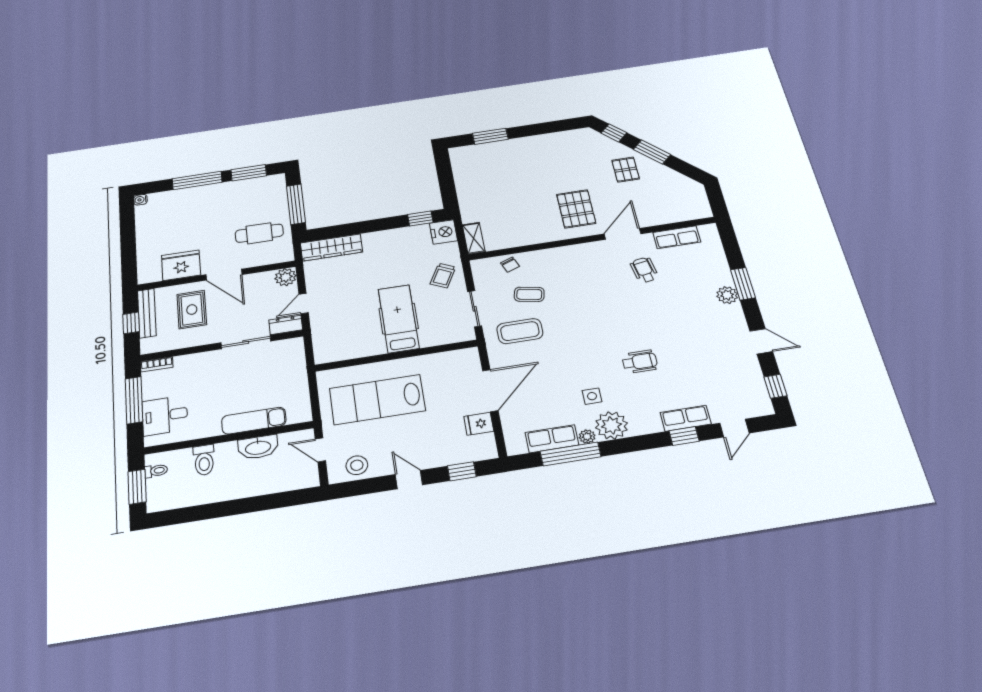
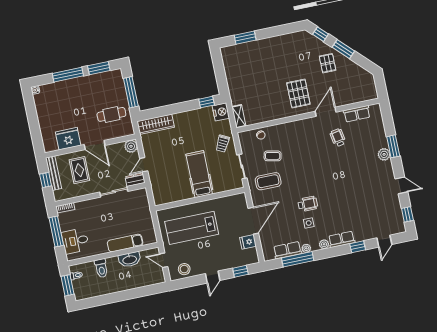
wheelchair: (640, 362) -> (308, 204), moved
row of seats: (686, 418) -> (342, 239), moved
plant: (611, 425) -> (324, 244), width x0.53, depth x0.53
door: (409, 480) -> (213, 277), swing flipped

